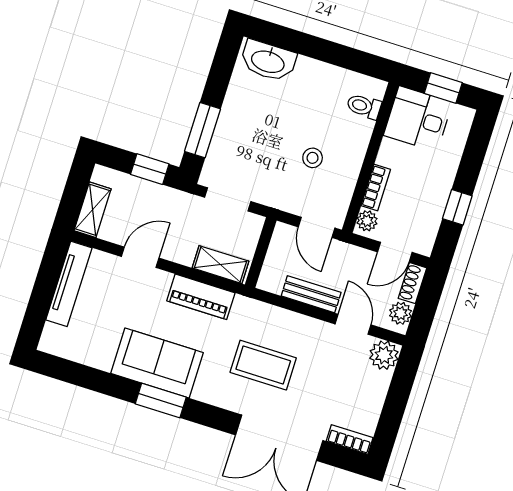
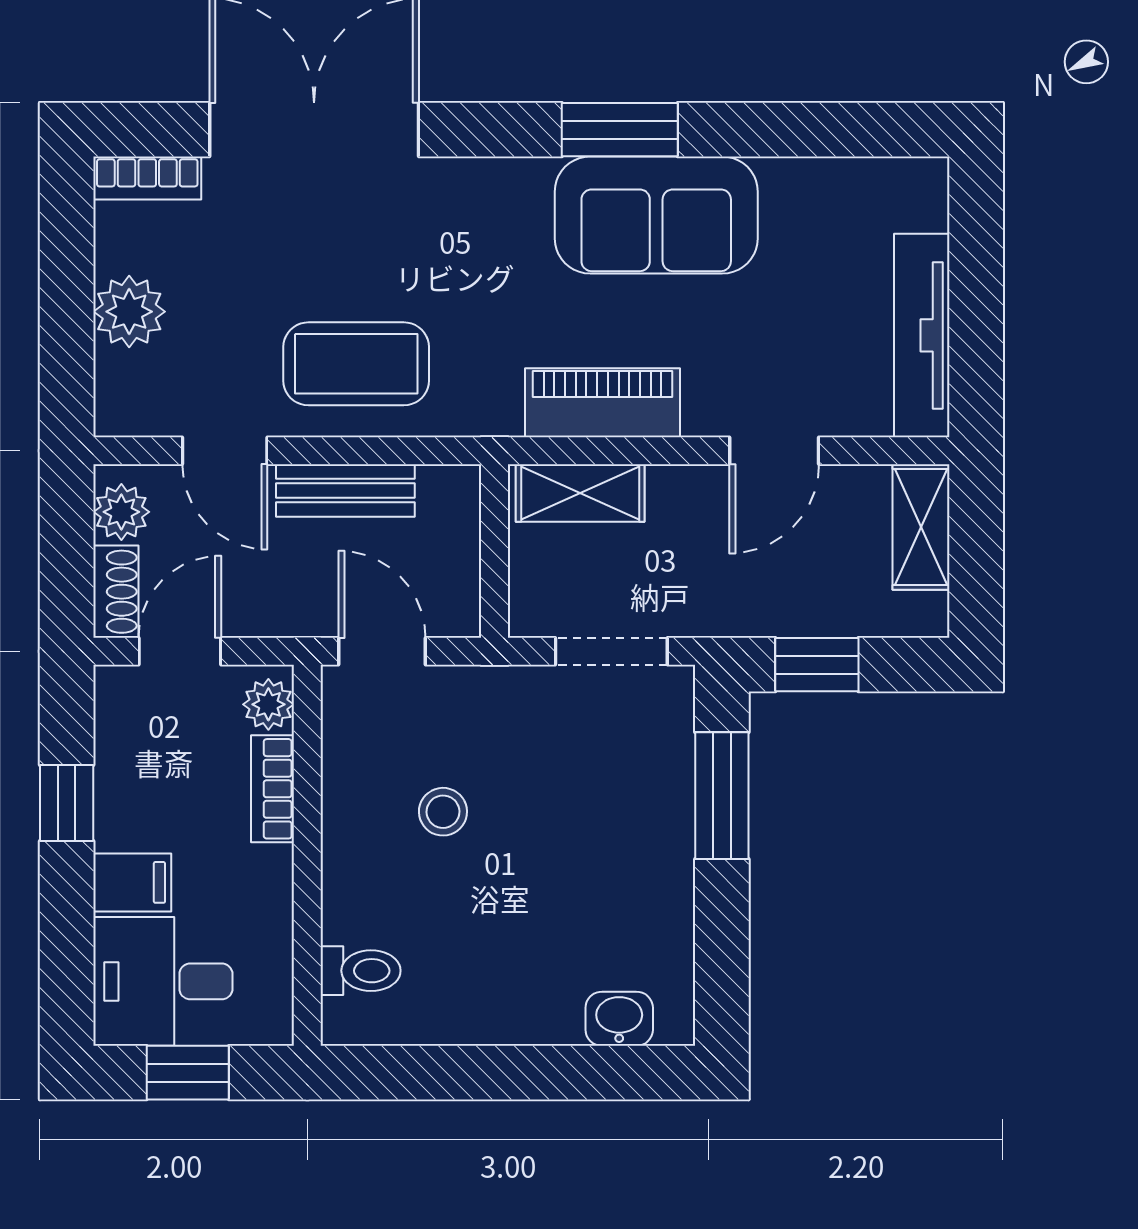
washbasin: (268, 61) -> (619, 1019), width x0.52, depth x0.69
desk: (418, 119) -> (163, 981), moved, turned 180
filing cabinet: (442, 168) -> (132, 882), added
plant: (384, 355) -> (129, 312), moved
coffee table: (263, 365) -> (356, 364), moved

